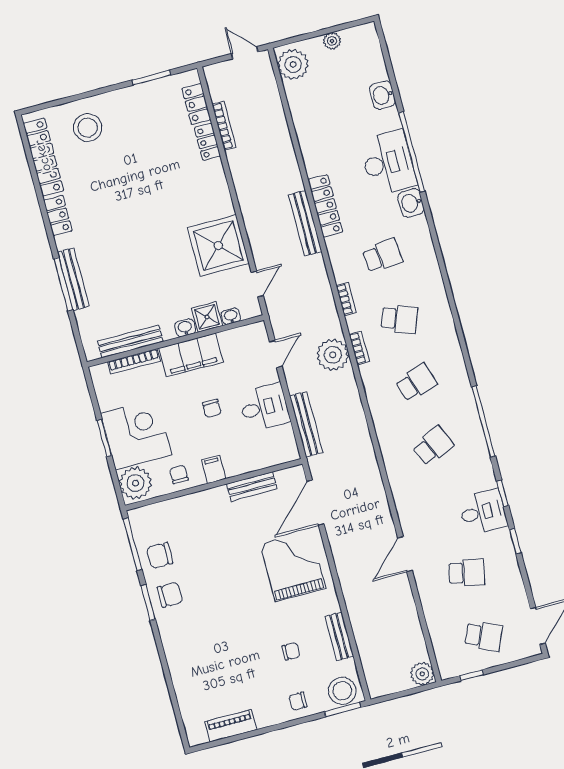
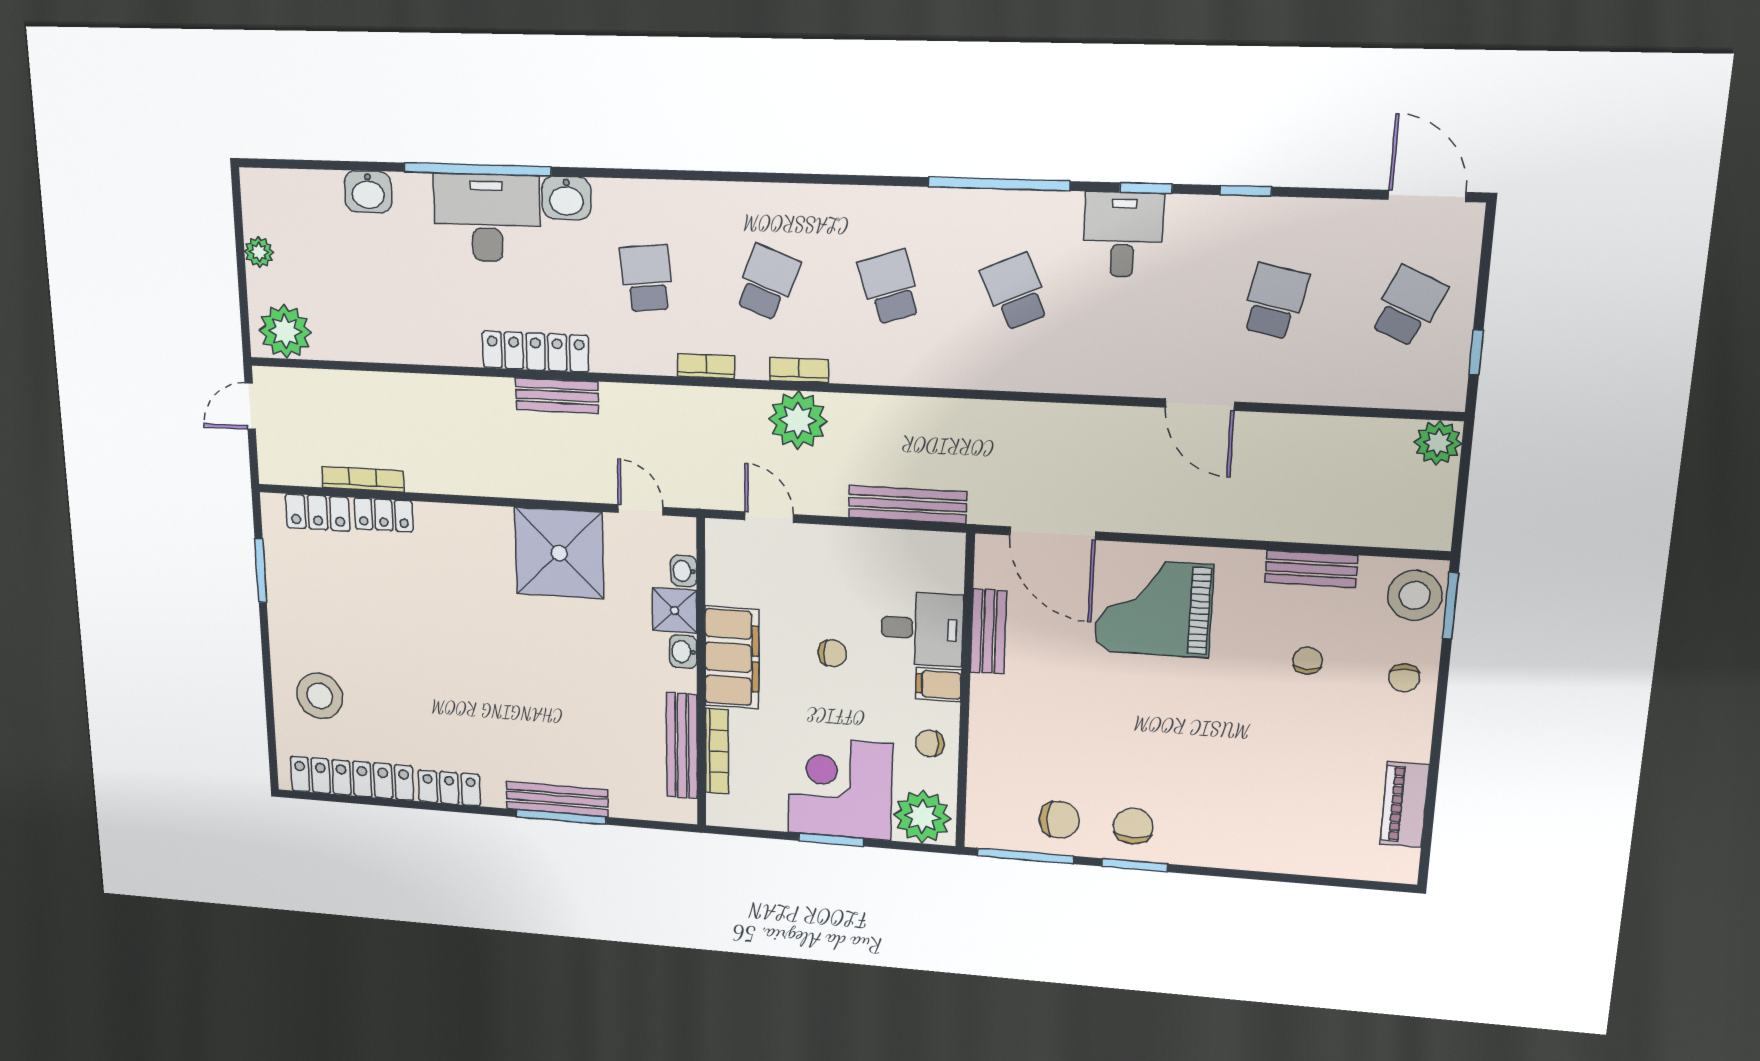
bench: (305, 223) -> (557, 396), width x0.73
desk: (264, 407) -> (922, 629), moved, turned 90
desk: (483, 512) -> (1123, 235), moved
chair: (160, 555) -> (1059, 820), turned -90

